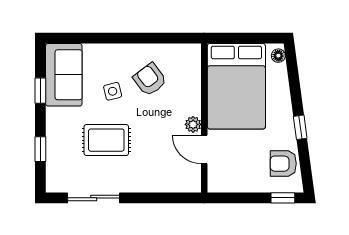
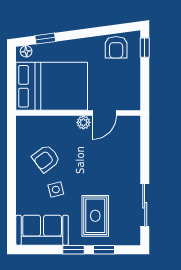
window: (40, 91) -> (73, 250), moved
window: (300, 127) -> (45, 39), moved
rug: (106, 140) -> (95, 216), moved

